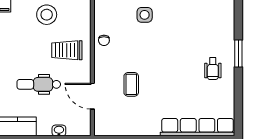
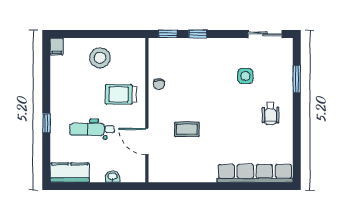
side table: (145, 15) -> (245, 76), moved
window: (238, 53) -> (297, 79), moved
coffee table: (131, 84) -> (187, 129), turned 90

